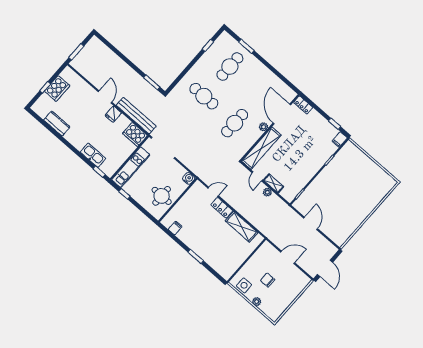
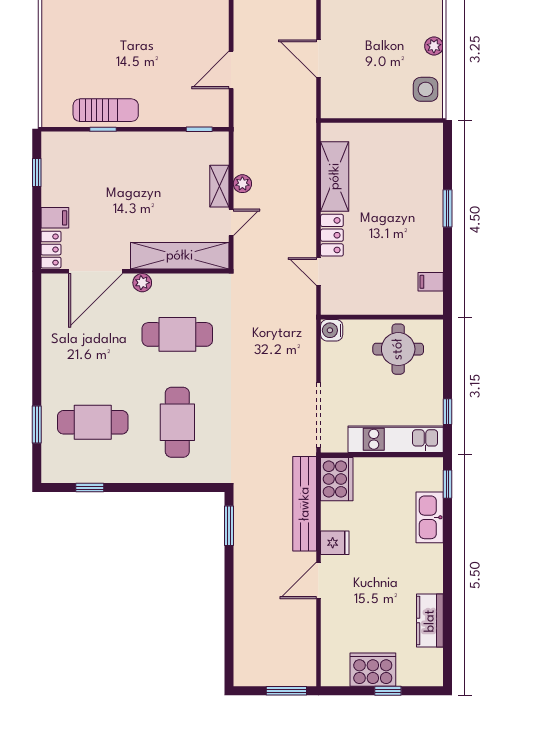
filing cabinet: (340, 139) -> (55, 218), moved
sun lounger: (335, 167) -> (106, 110), added
chair: (268, 280) -> (384, 59), removed

